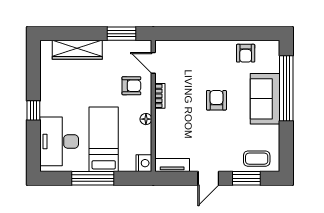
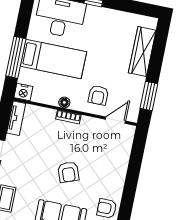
bookcase: (160, 96) -> (68, 117), moved
armchair: (216, 100) -> (68, 172), turned 70
window: (93, 178) -> (16, 57), moved

